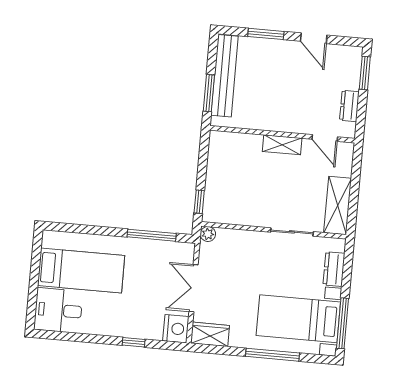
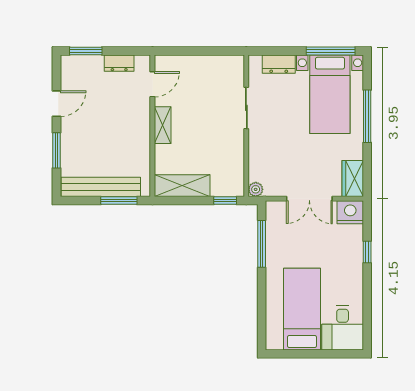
shelving: (338, 205) -> (182, 186), moved

